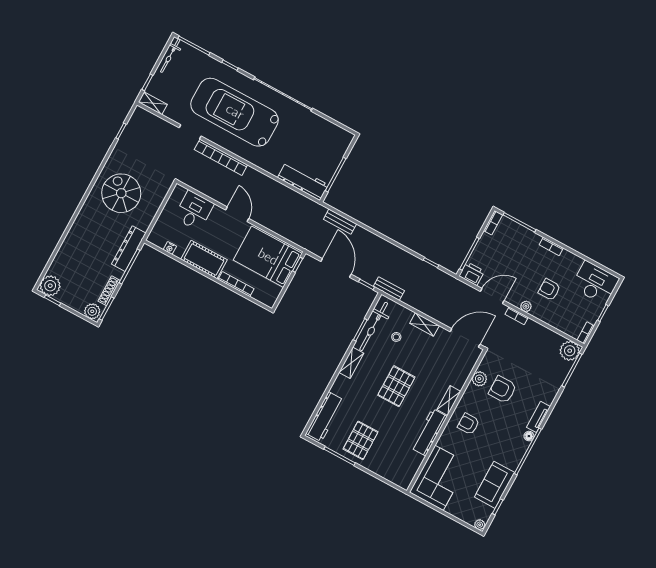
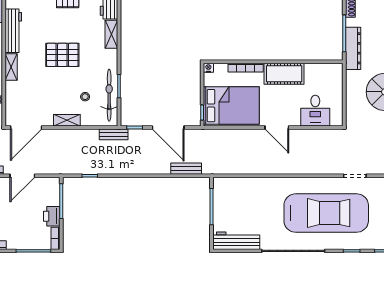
bookcase: (221, 157) -> (317, 169), removed
workbench: (303, 181) -> (236, 241), moved, turned 180
nightstand: (170, 248) -> (208, 68), moved
printer: (472, 274) -> (52, 216), moved, turned 90
shelving: (351, 363) -> (111, 34), moved
pallet: (396, 386) -> (62, 55), turned 90

